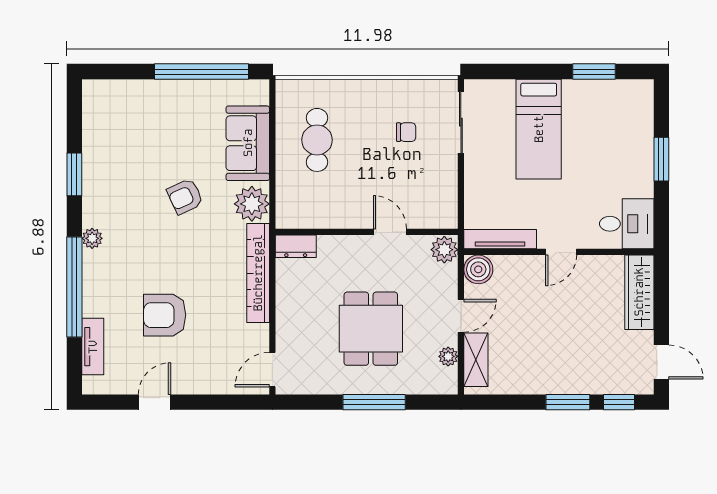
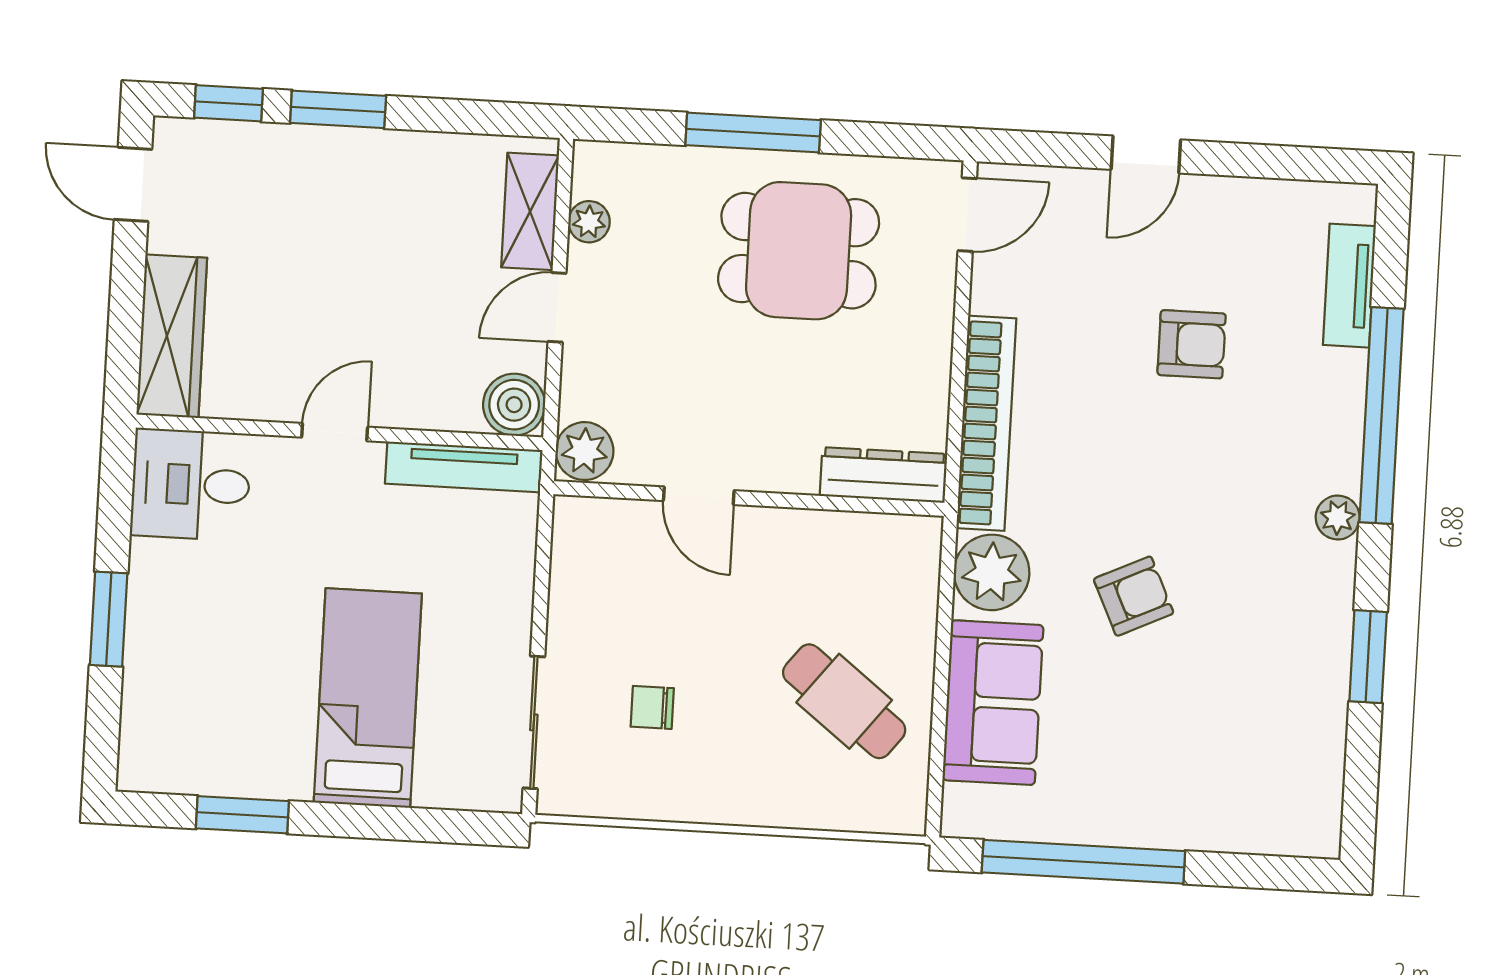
cafe table: (317, 140) -> (844, 701), turned -52
dresser: (296, 246) -> (883, 475), width x1.44
armchair: (165, 315) -> (1192, 344), width x0.72, depth x0.72
dining table: (371, 329) -> (799, 251), moved, turned 90
door: (154, 402) -> (1146, 155), moved

